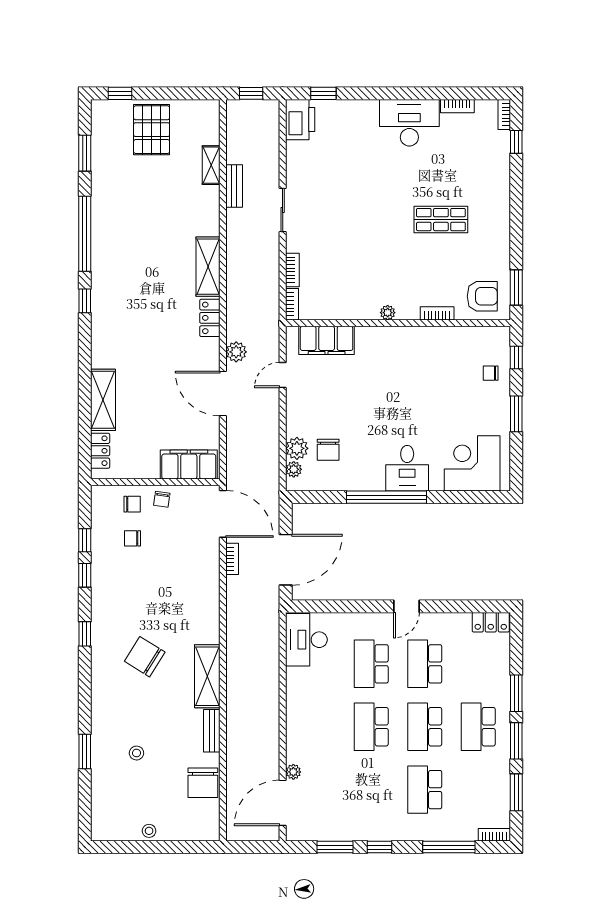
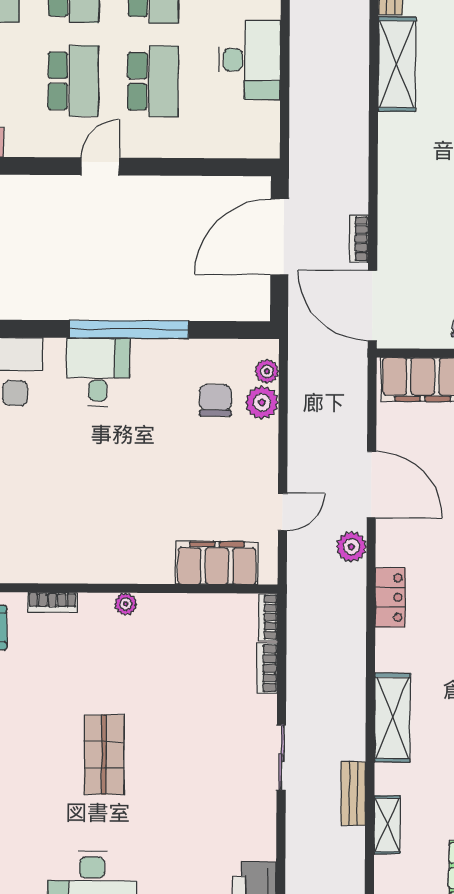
shop shelf: (441, 220) -> (104, 755), moved, turned 90
shelving: (208, 267) -> (392, 718), moved
desk: (306, 640) -> (250, 60), moved

